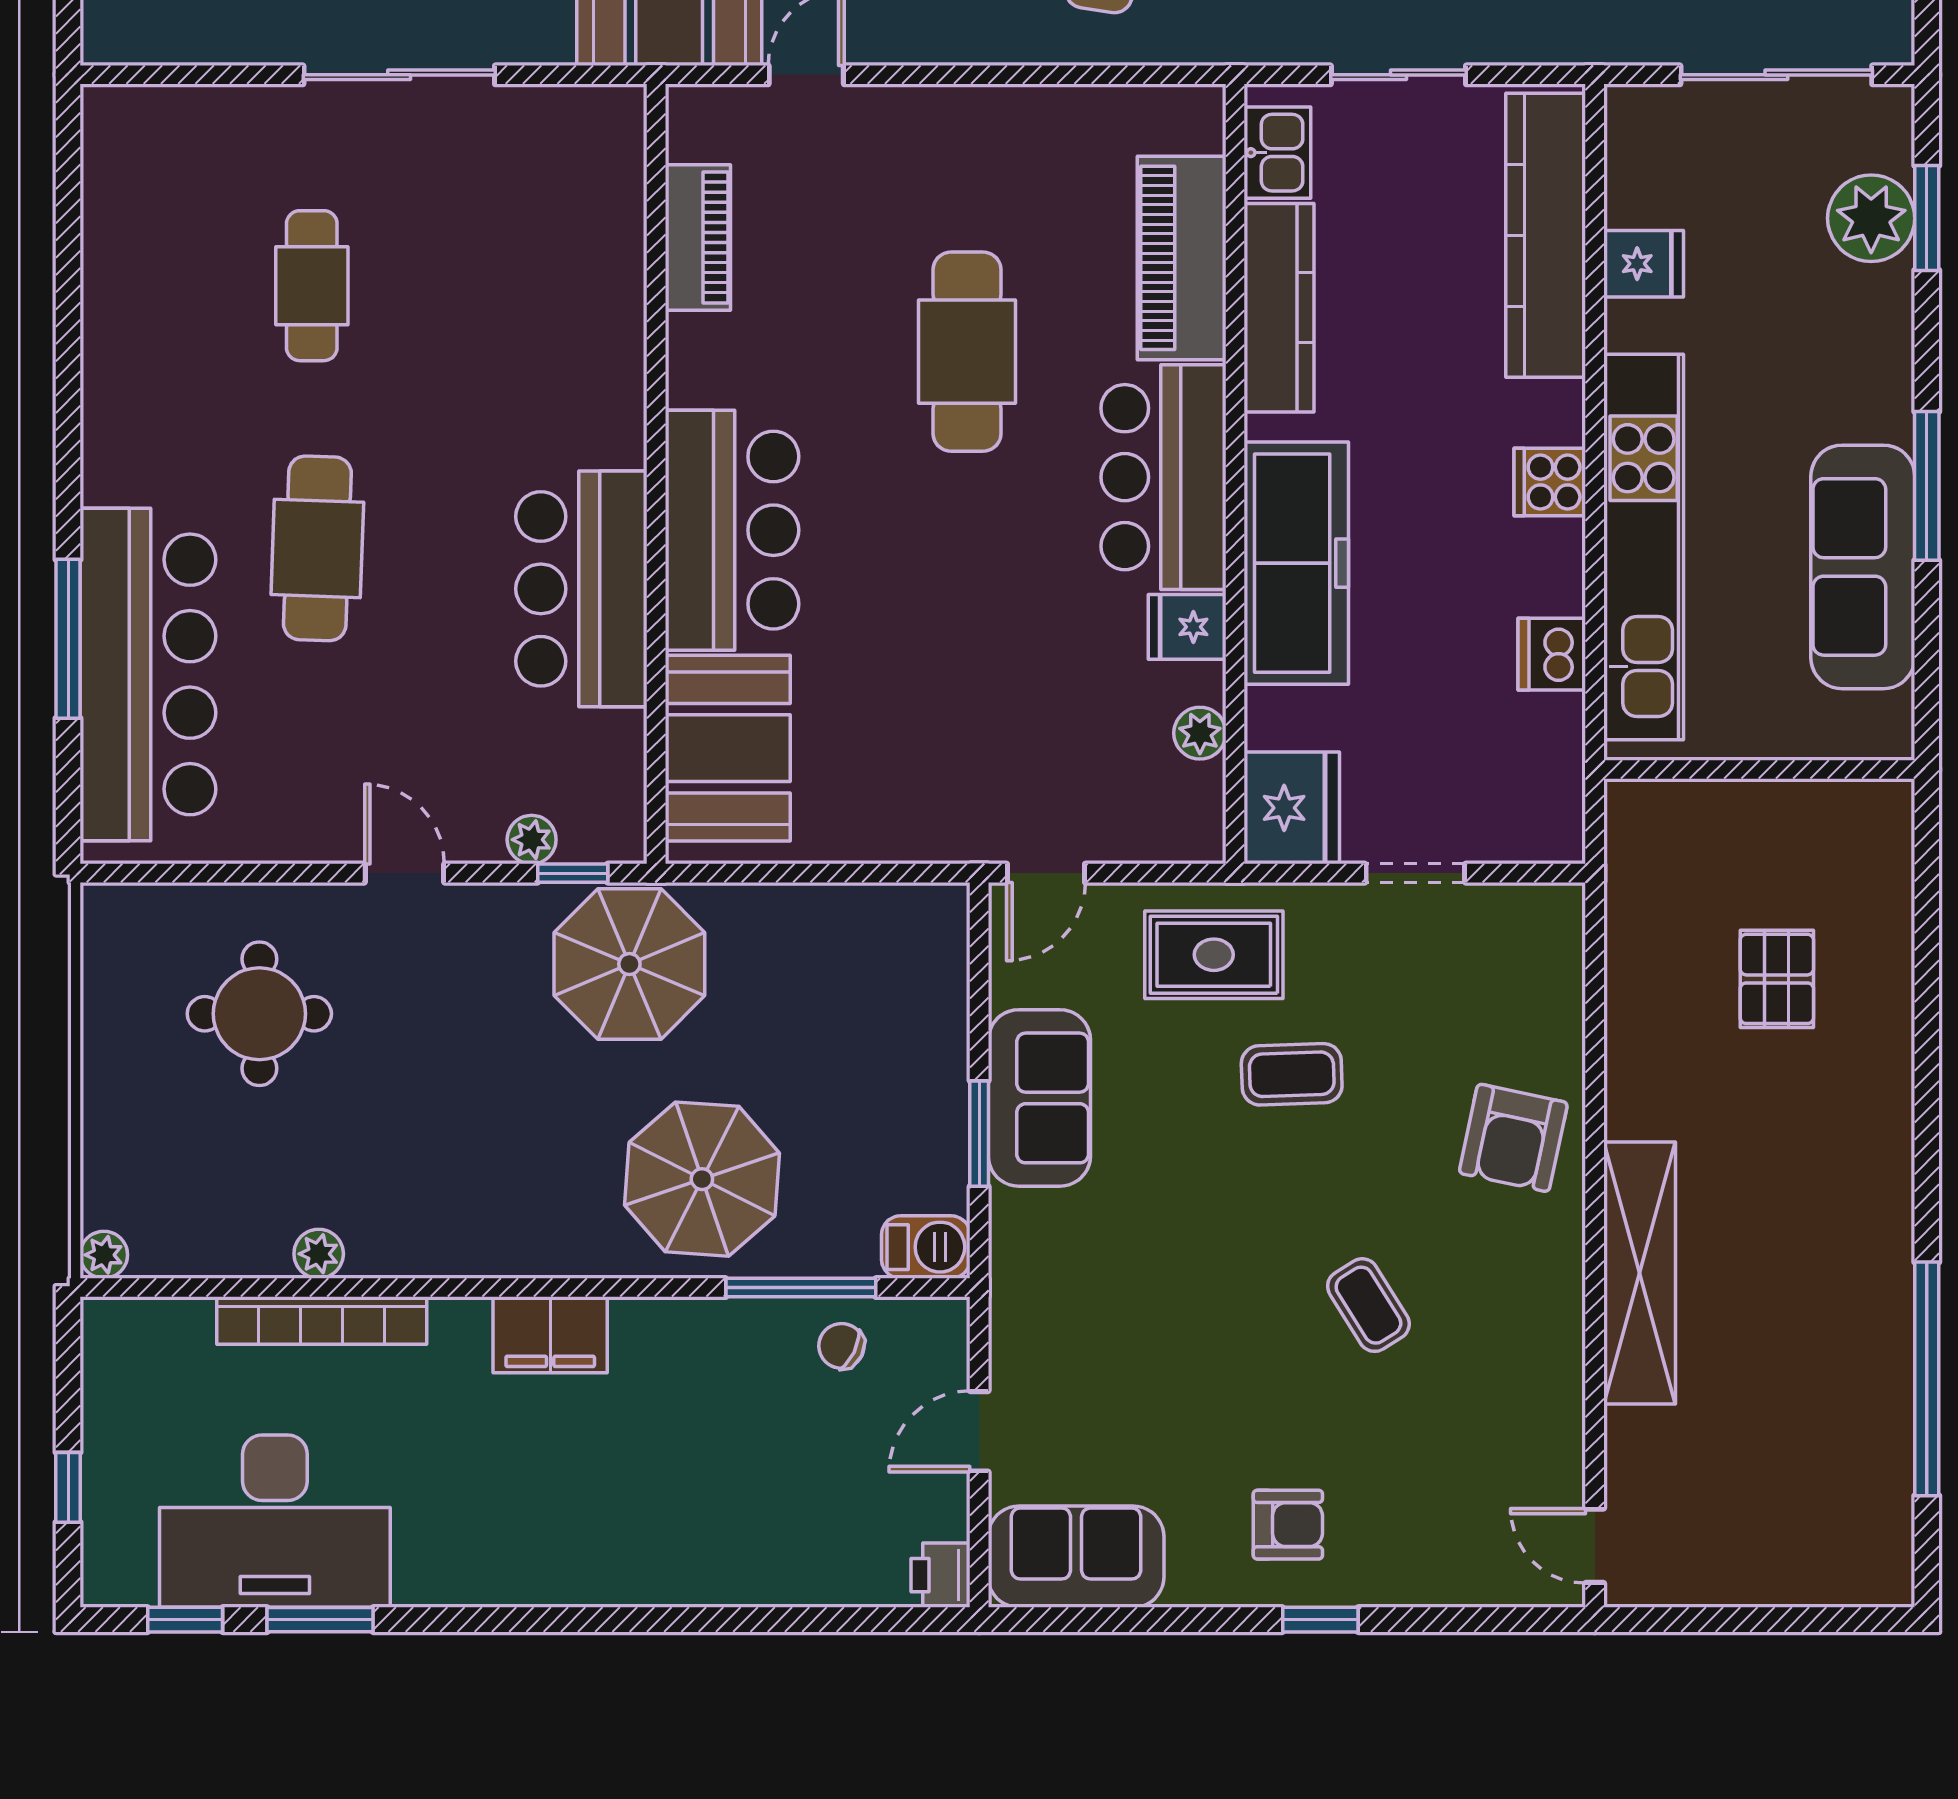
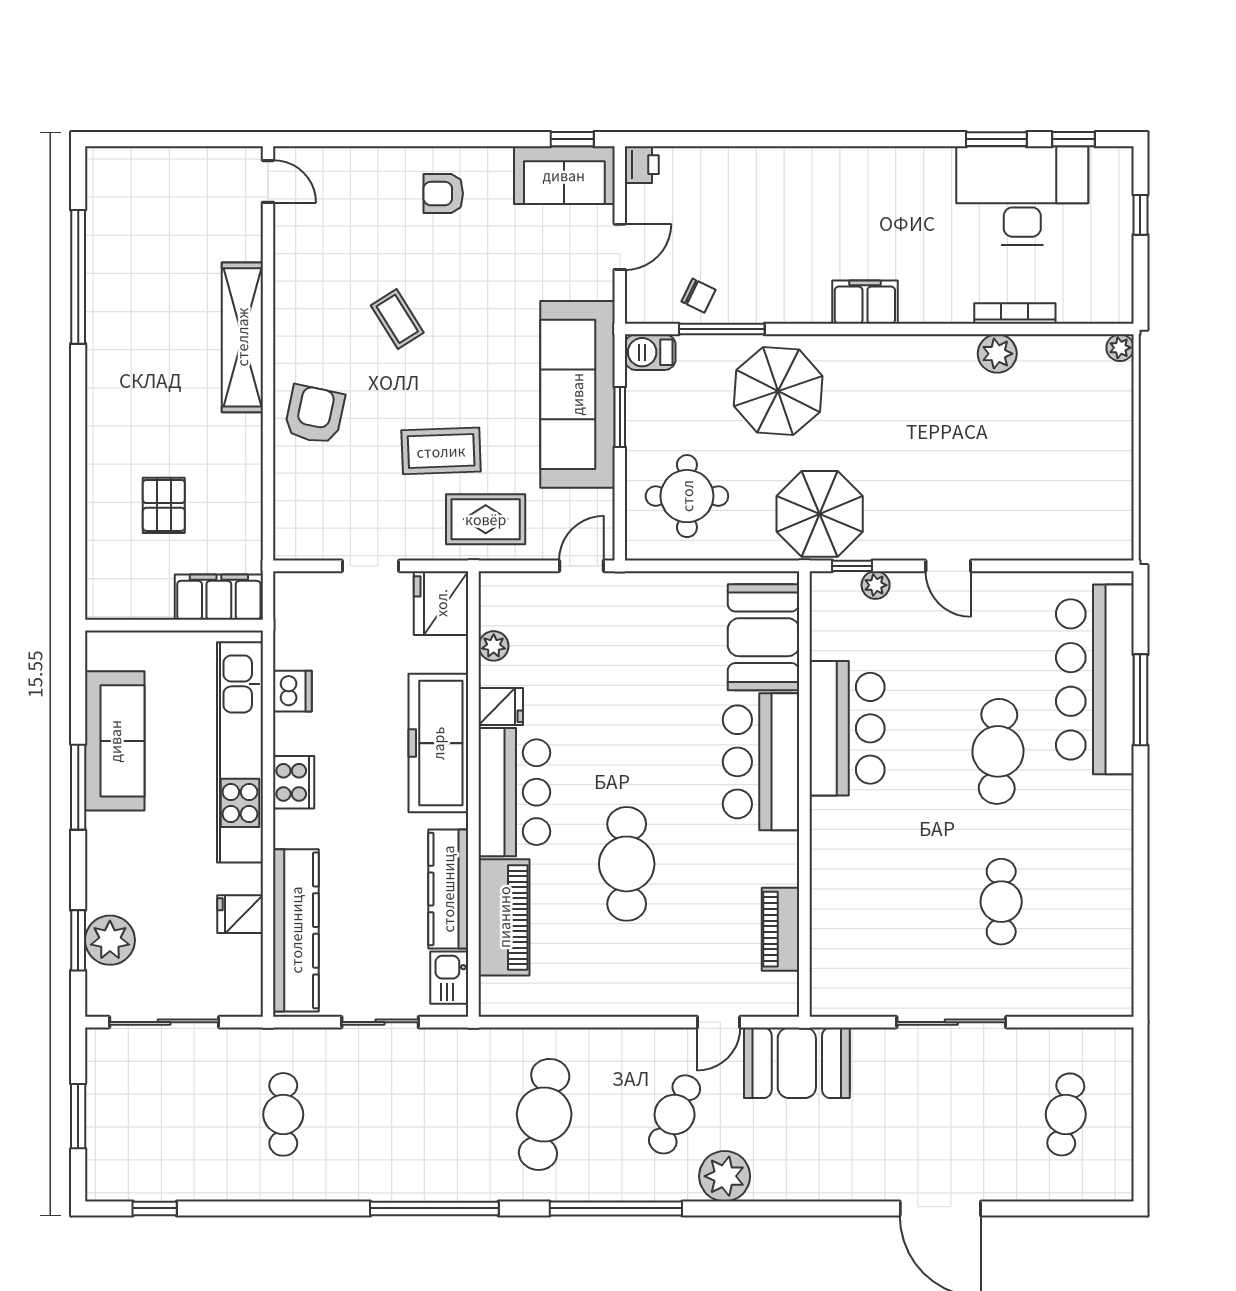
cooker: (1550, 482) -> (294, 782), width x1.36
filing cabinet: (1681, 818) -> (219, 597), added
round table: (259, 1014) -> (687, 496), moved
coffee table: (1292, 1074) -> (441, 451), width x1.36, depth x1.30
sofa: (1039, 1098) -> (577, 394), width x1.85, depth x1.27
plant: (319, 1254) -> (997, 354), width x1.38, depth x1.38
bookcase: (322, 1320) -> (1015, 313), width x0.68, depth x0.76
window: (1320, 1620) -> (572, 139), moved

